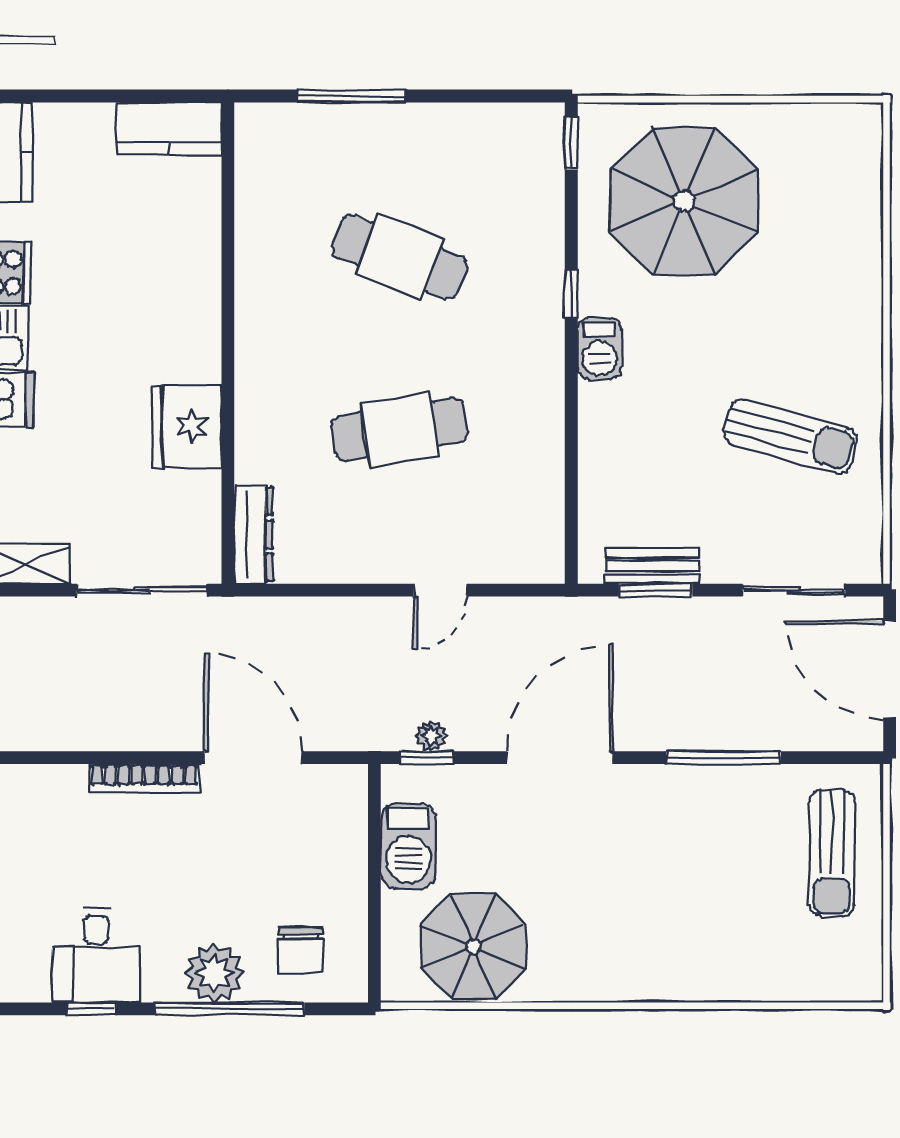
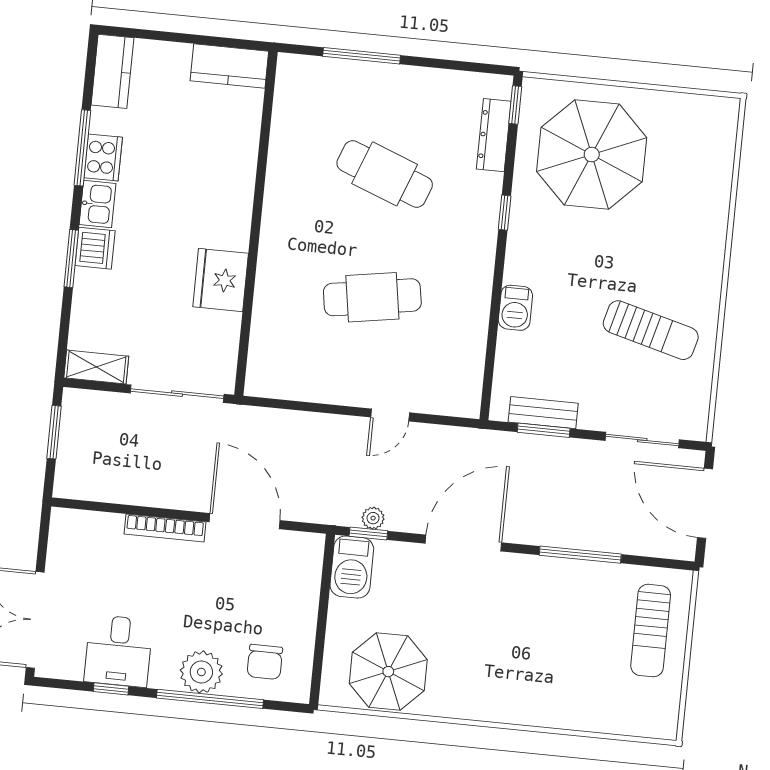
barbecue: (599, 348) -> (515, 308), moved
dresser: (253, 534) -> (494, 135), moved, turned 180
barbecue: (408, 846) -> (352, 567), moved

